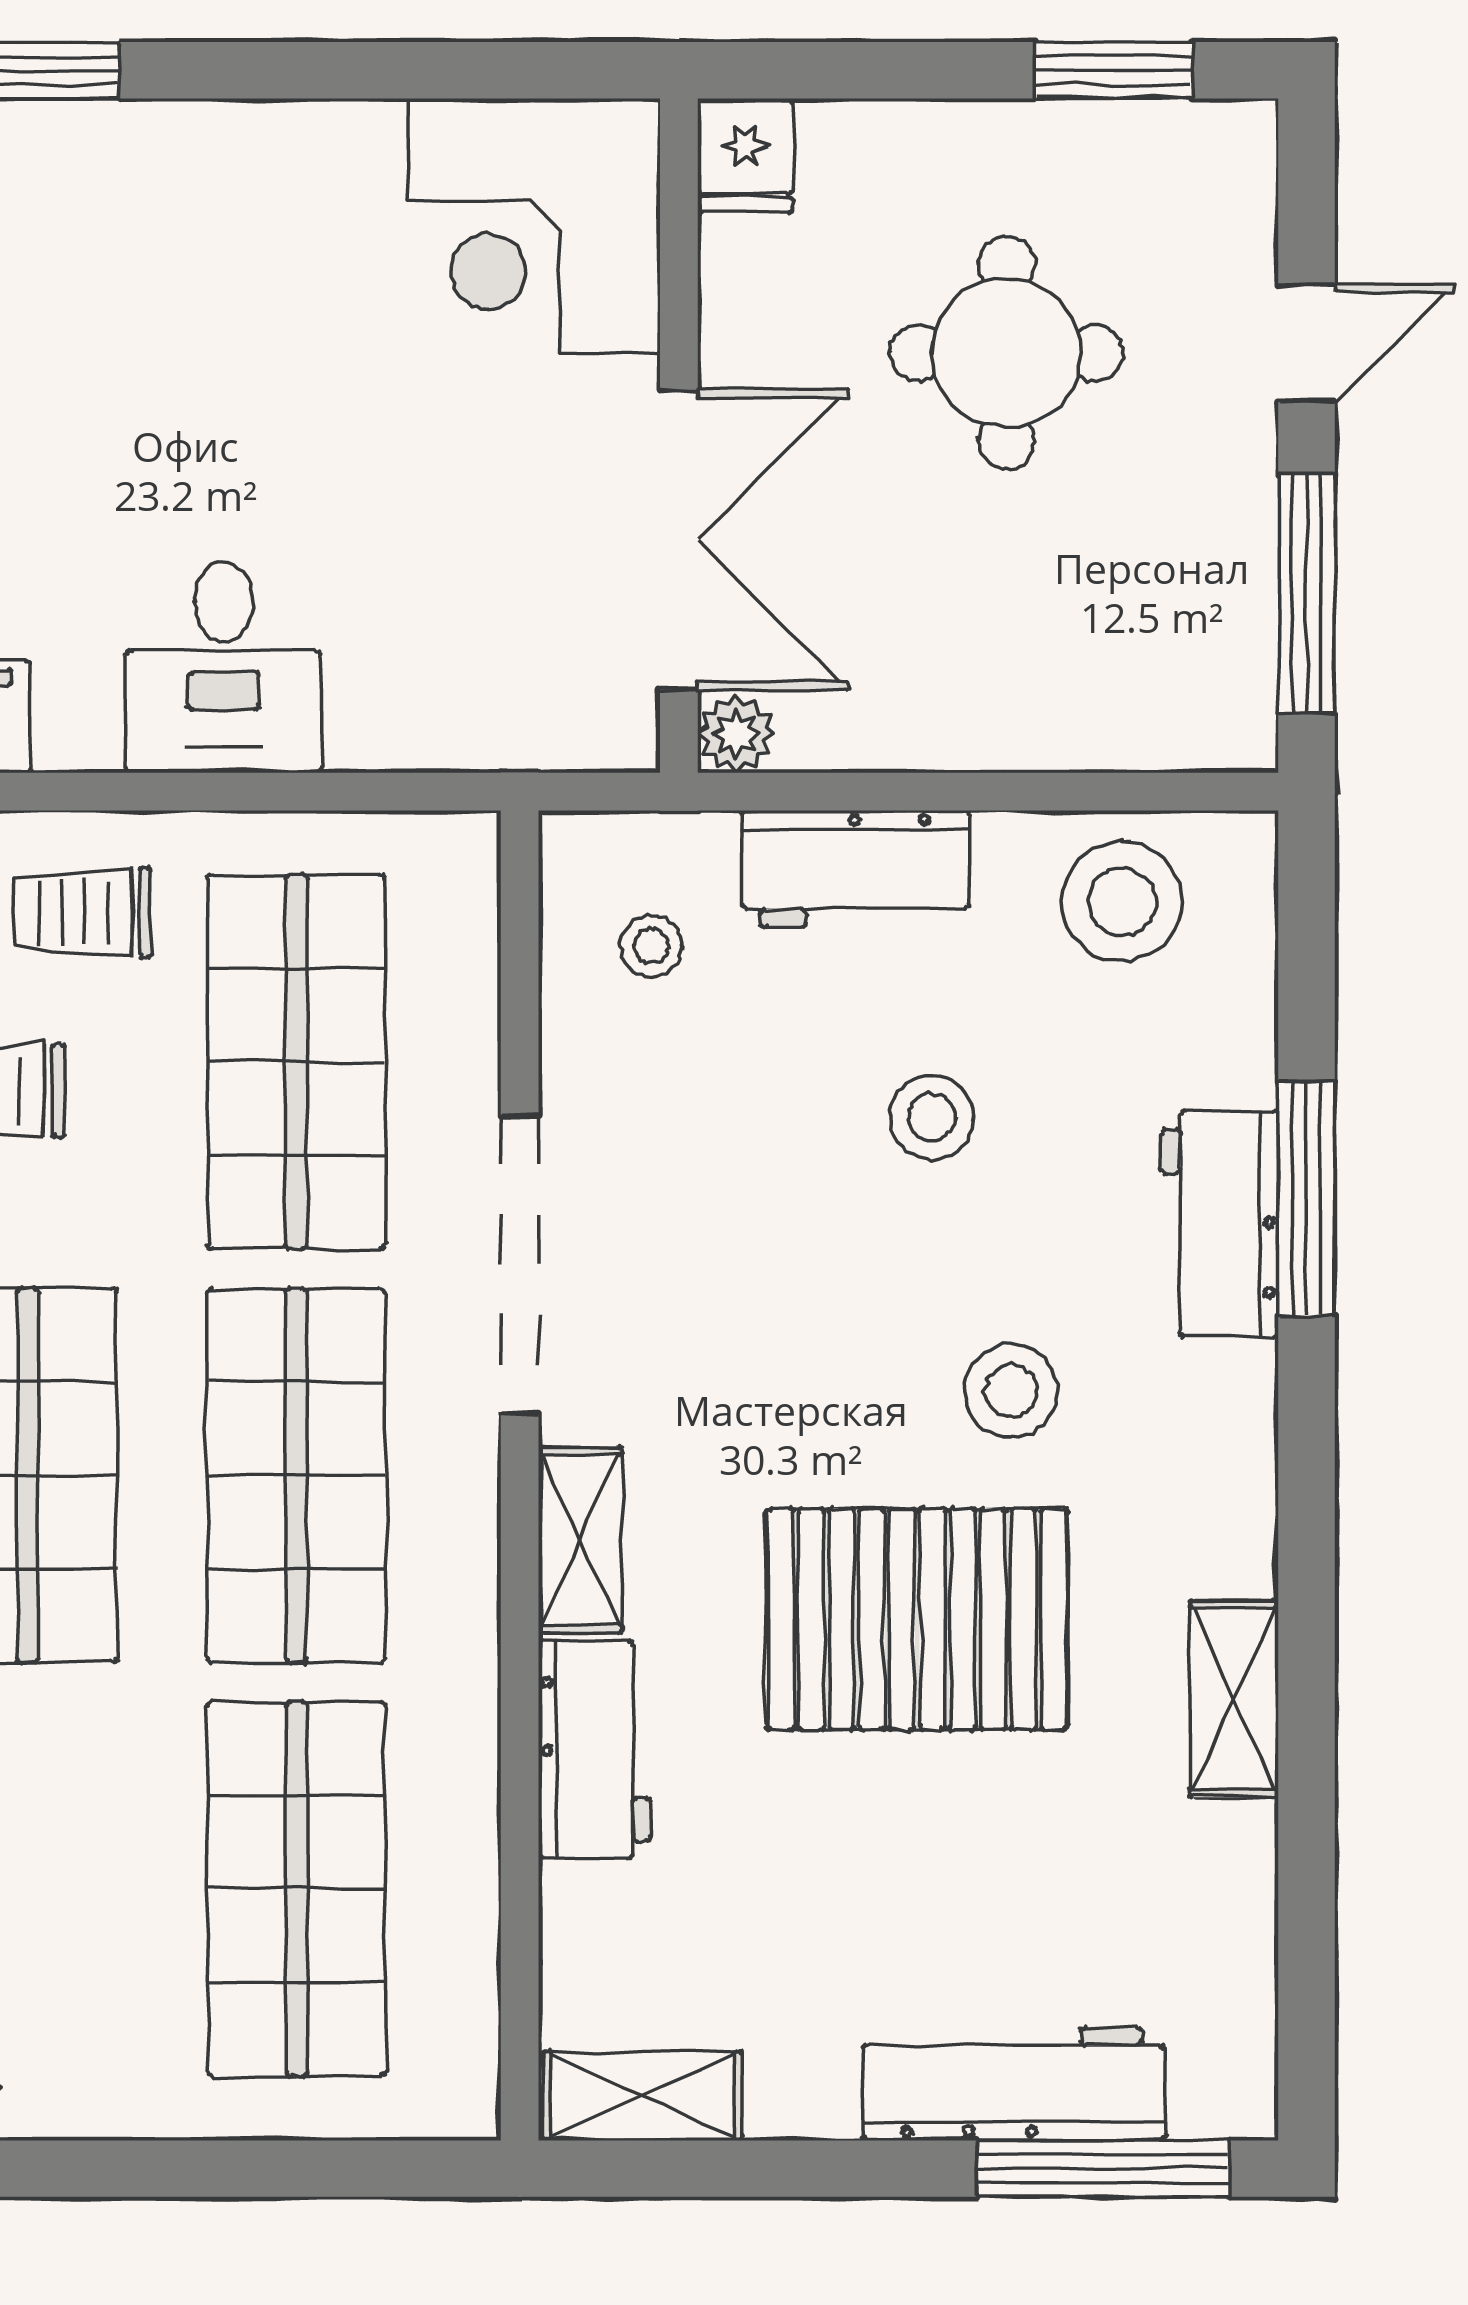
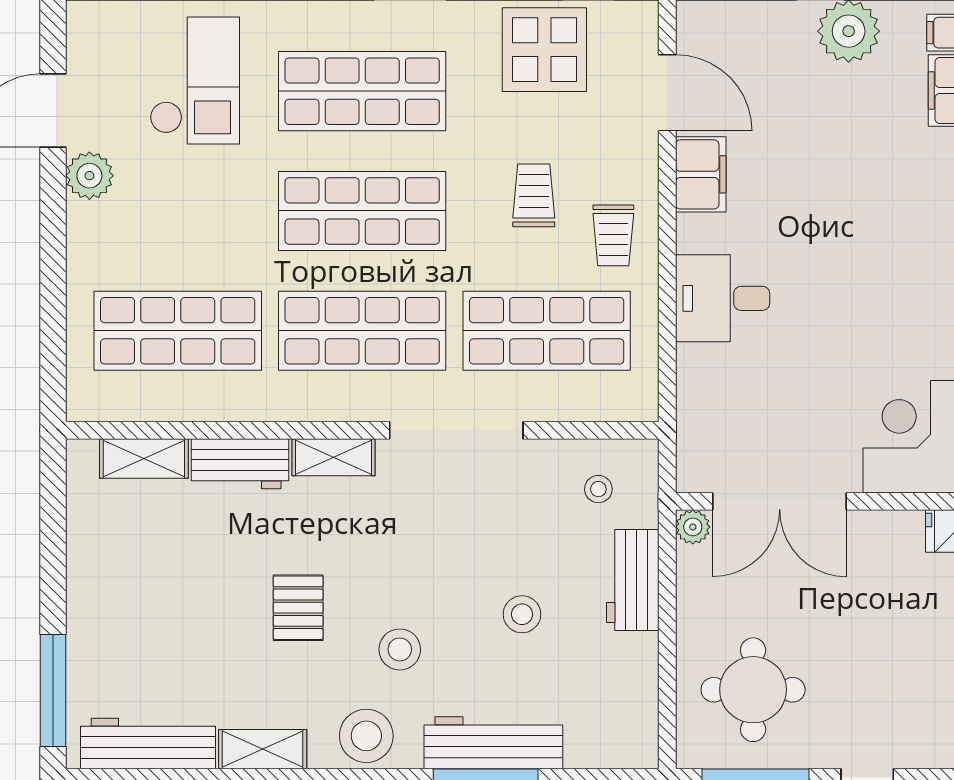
round table: (1007, 353) -> (753, 690), moved
stool: (1122, 902) -> (366, 736), moved
trolley: (82, 912) -> (613, 235), turned 180
workbench: (1220, 1224) -> (493, 743), width x1.37
pallet: (917, 1619) -> (298, 608), width x0.49, depth x0.50
workbench: (1014, 2084) -> (148, 743), moved, turned -90
shelving: (642, 2096) -> (144, 459), moved, turned 90

